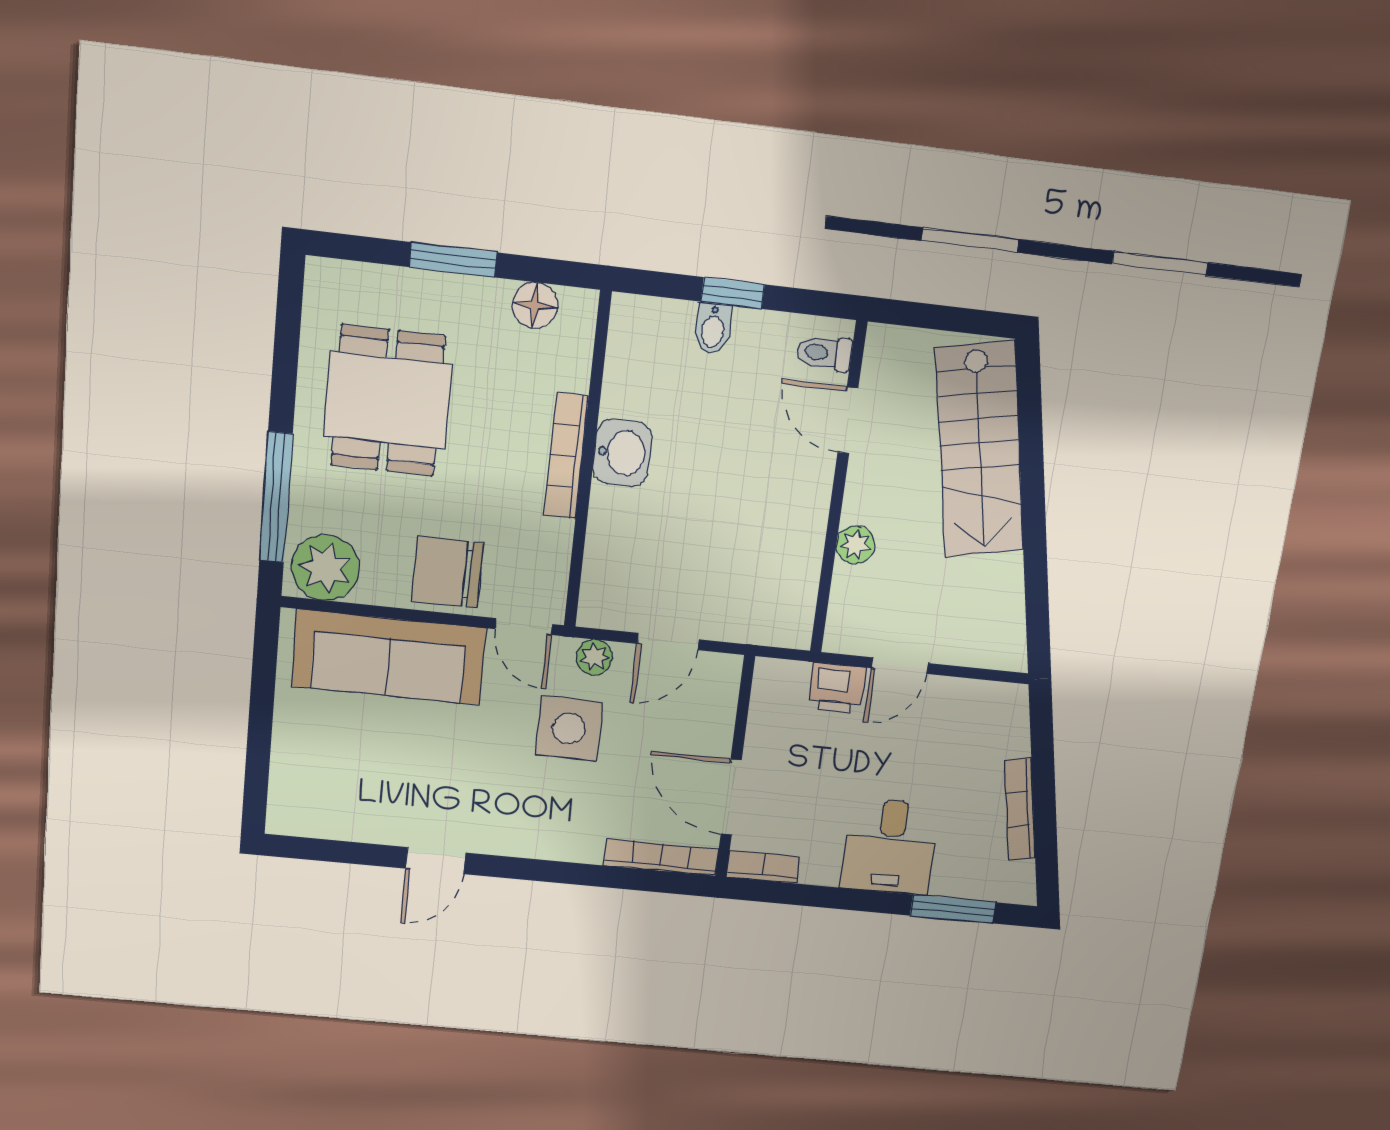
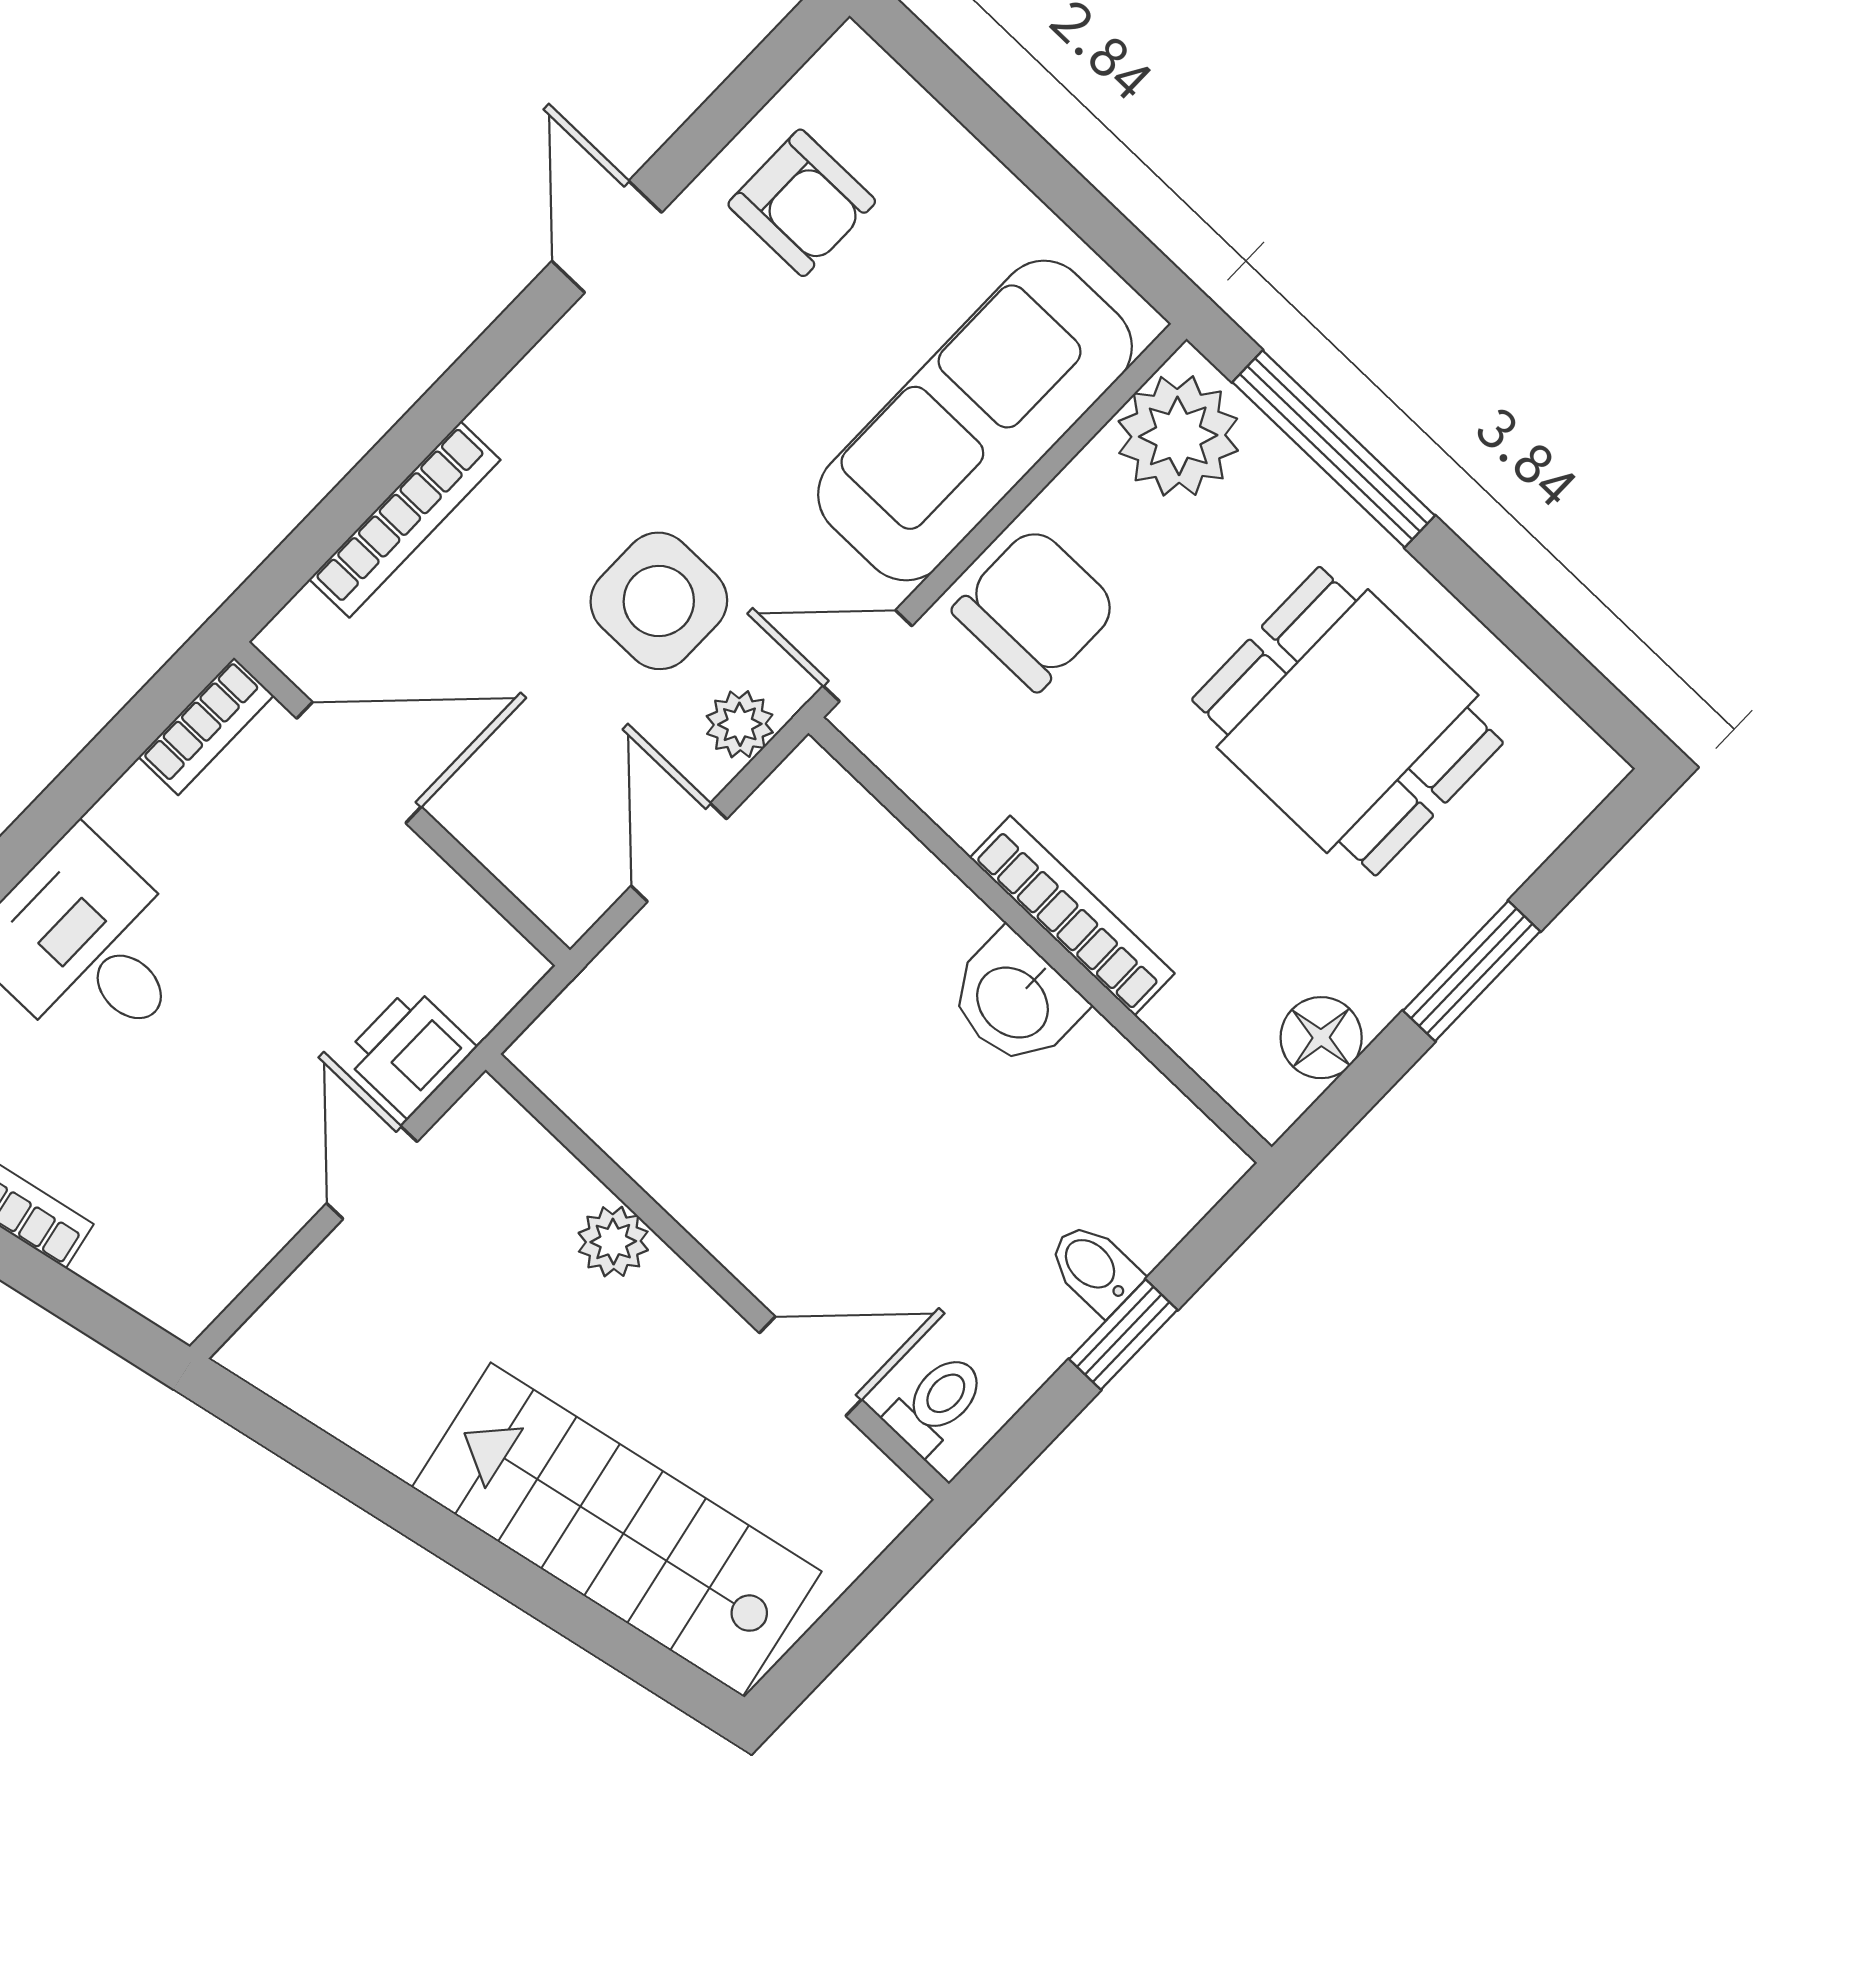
armchair: (357, 795) -> (802, 203), added
bookcase: (661, 857) -> (405, 520), moved

